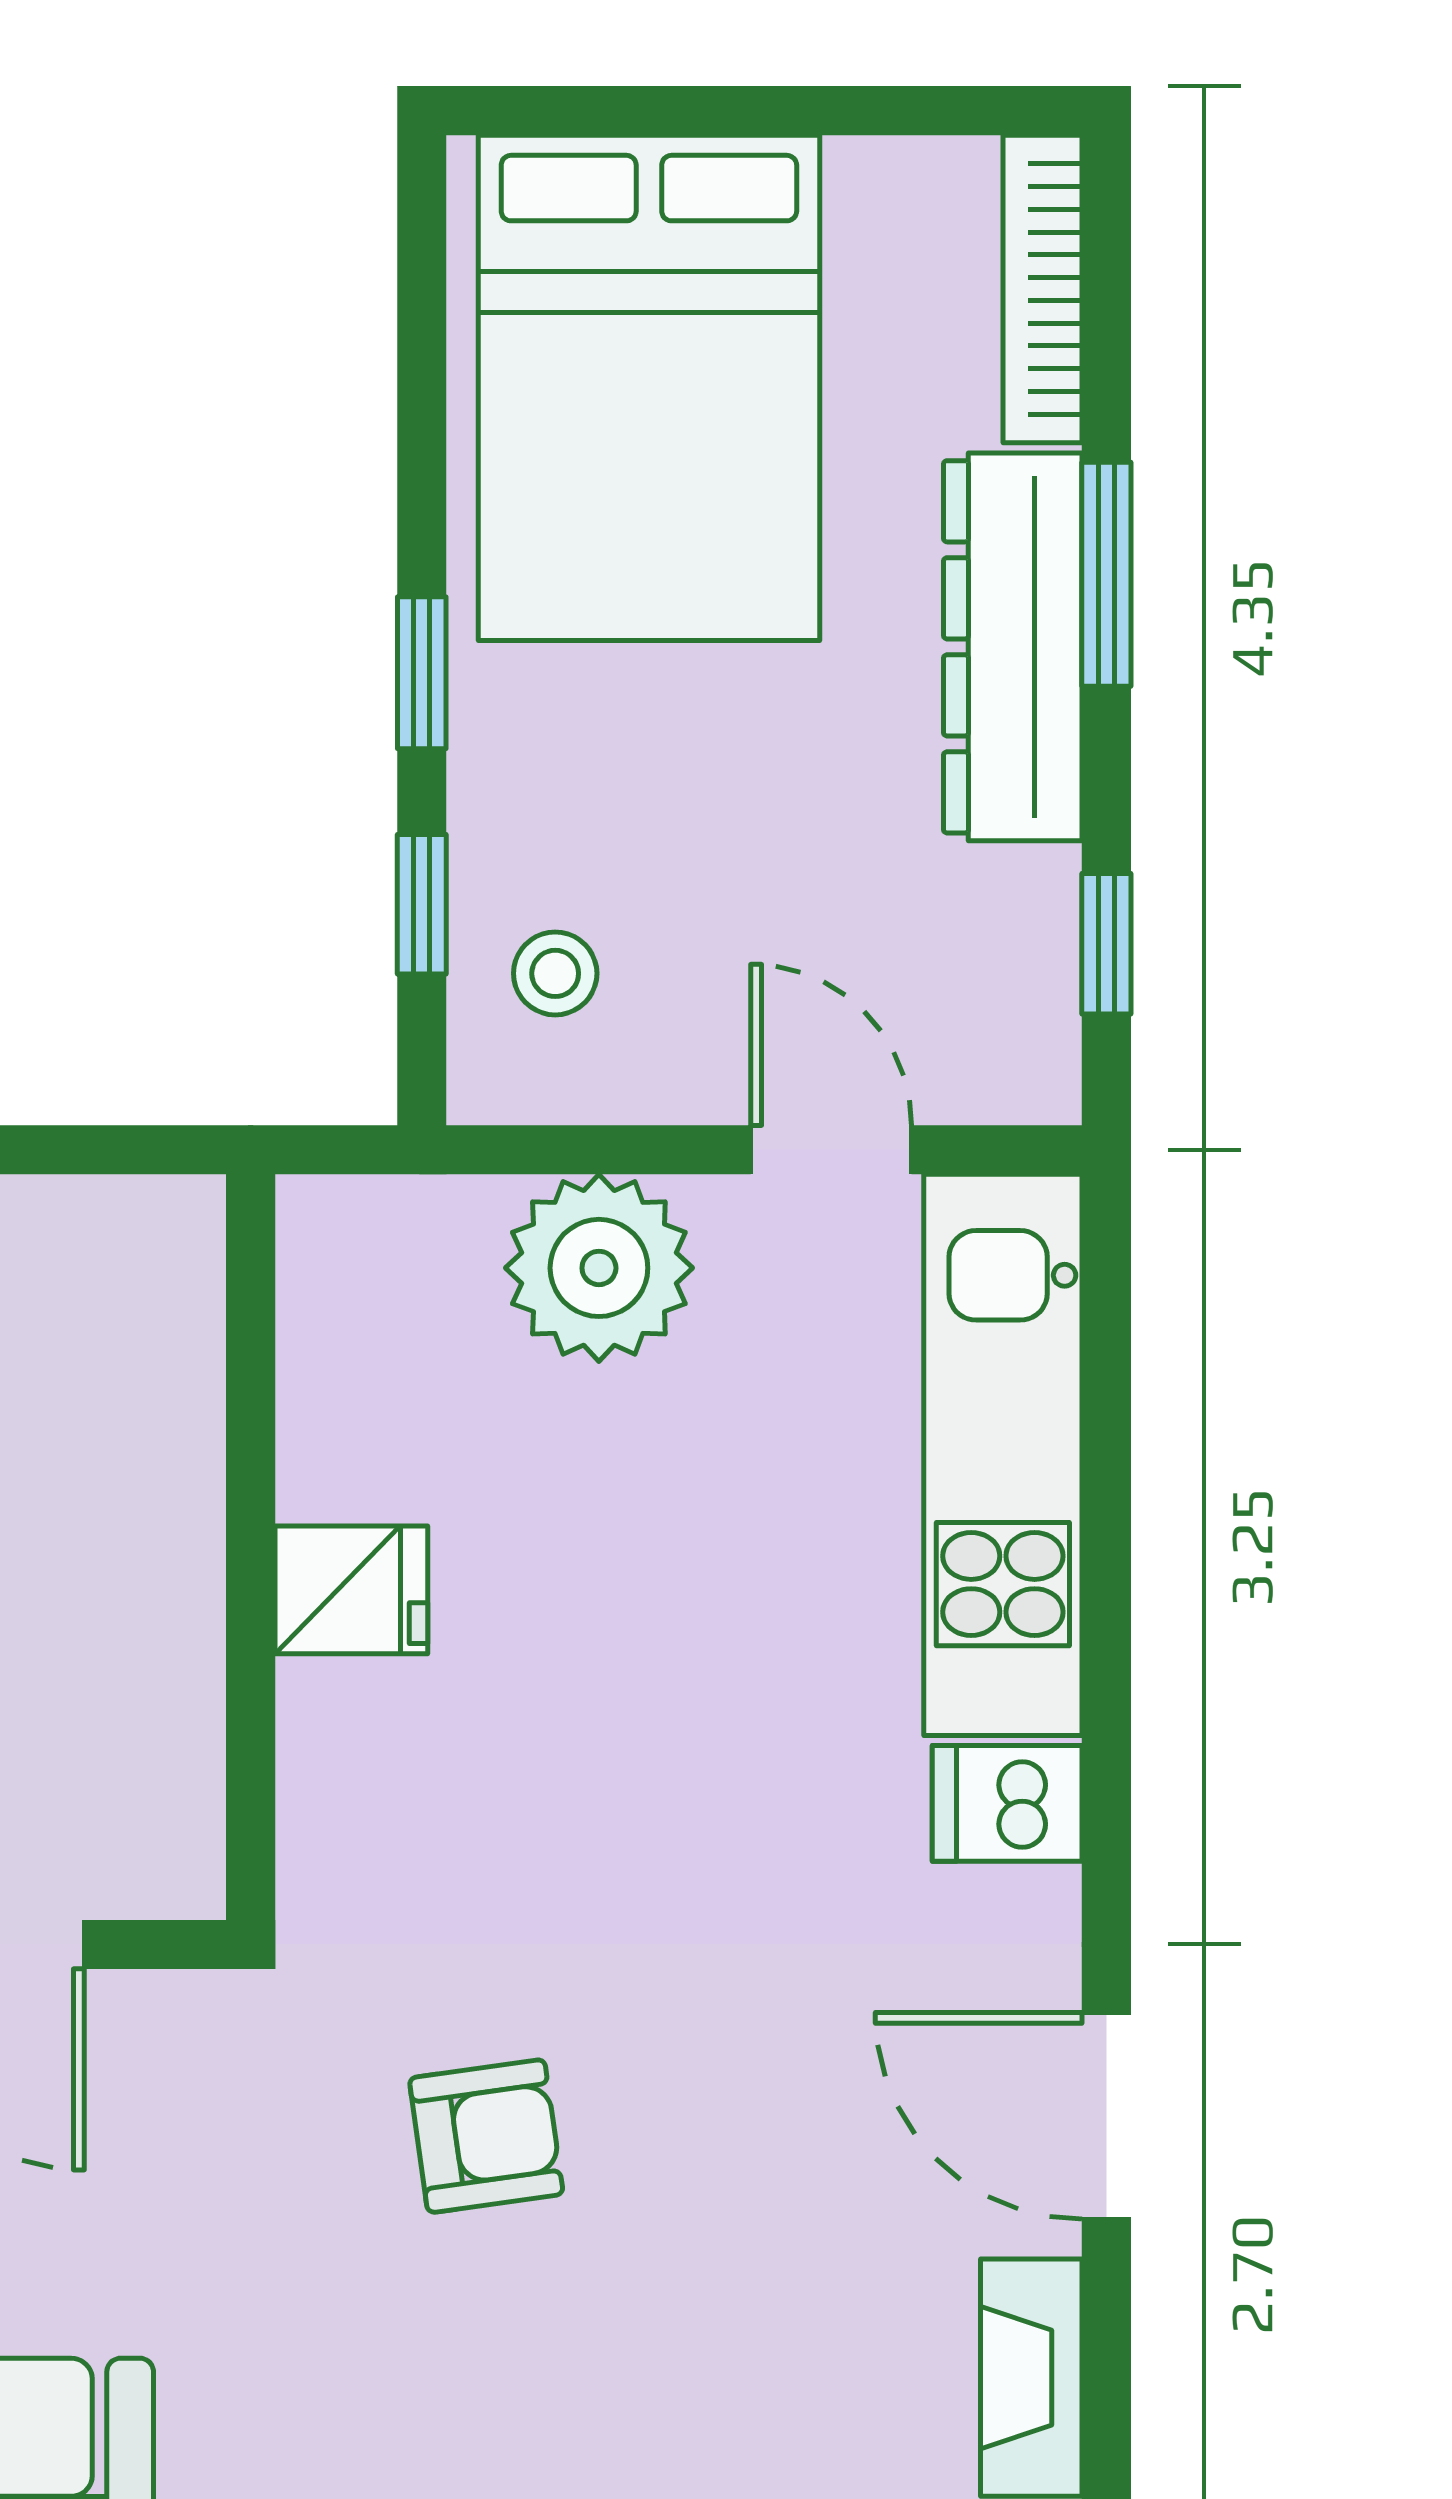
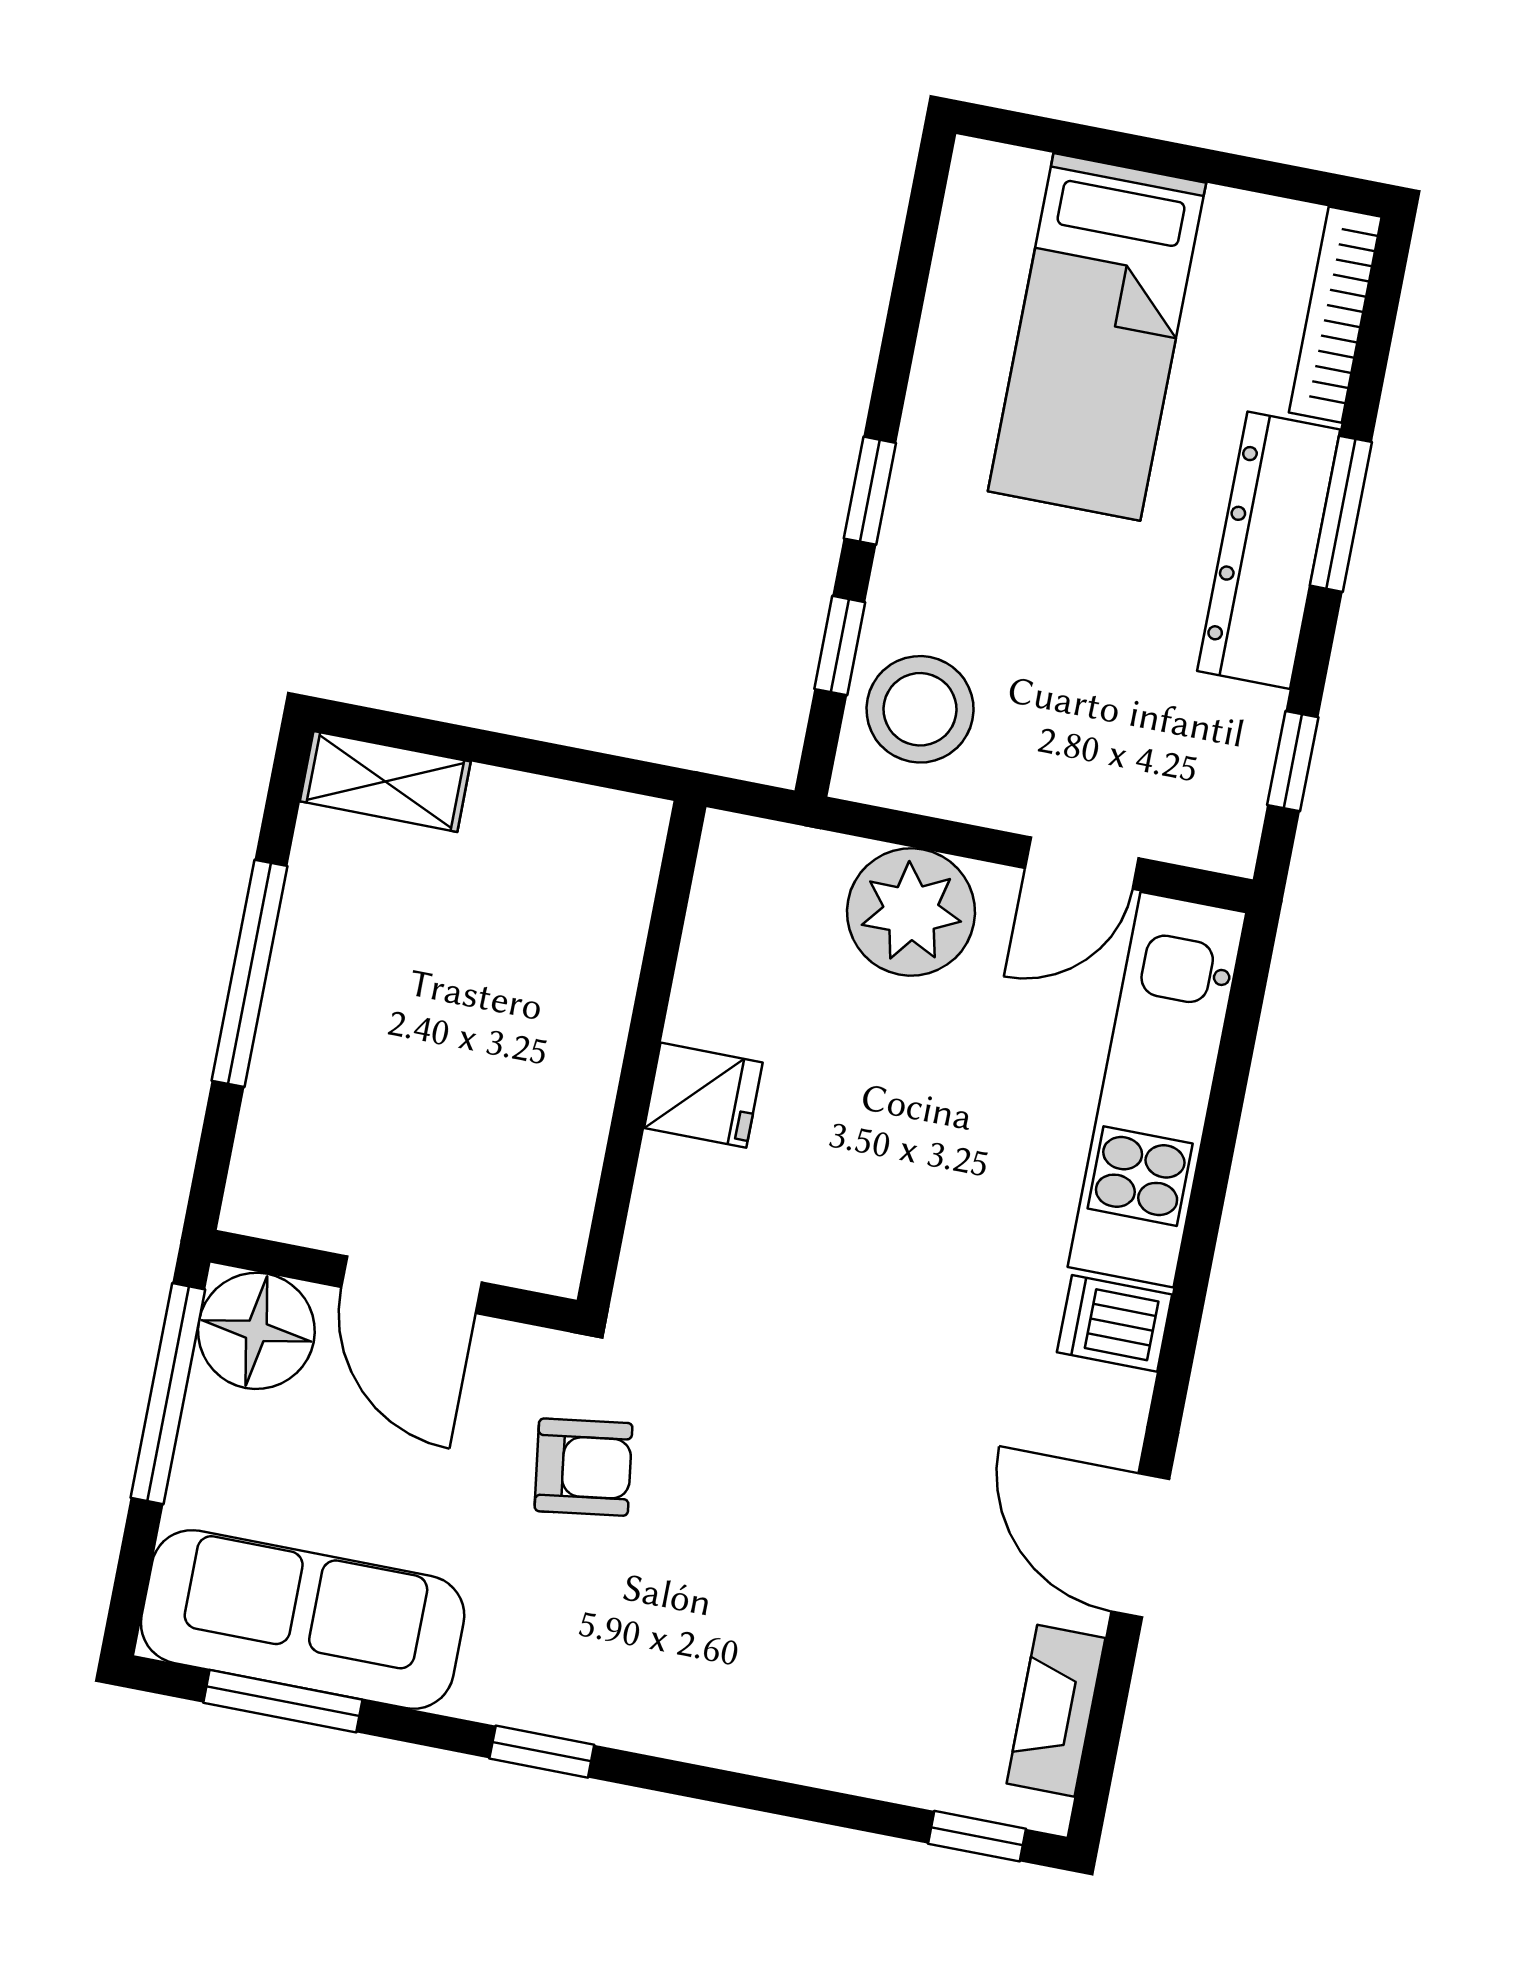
bed: (649, 388) -> (1097, 337), width x0.67
stool: (555, 973) -> (920, 709), width x1.89, depth x1.89
door: (831, 1150) -> (1082, 863), swing flipped
armchair: (486, 2136) -> (583, 1467), moved

